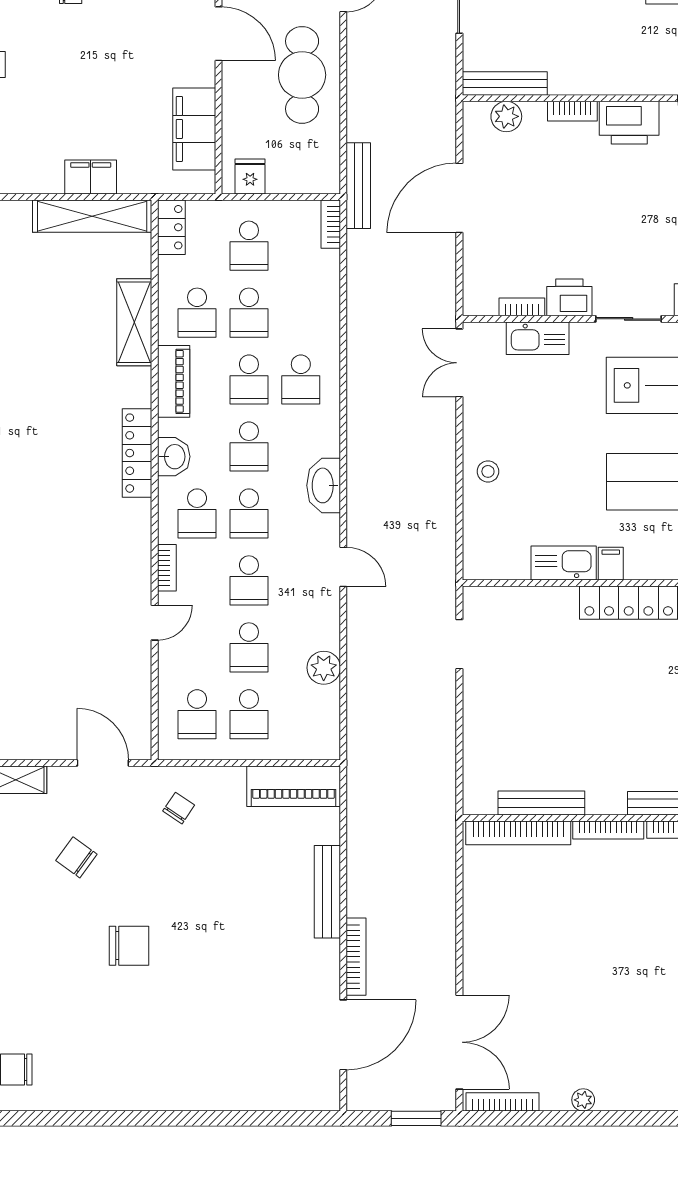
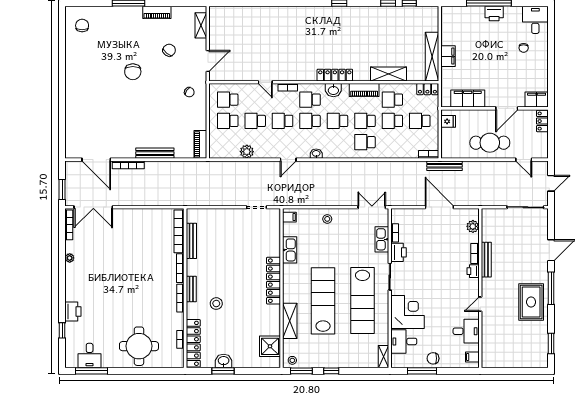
bench: (505, 84) -> (486, 260), moved
printer: (629, 123) -> (473, 271), width x0.53, depth x0.68
washbasin: (324, 485) -> (316, 154), width x0.52, depth x0.69
filing cabinet: (611, 564) -> (289, 217), moved
piano: (294, 786) -> (200, 144), width x0.73, depth x0.75

